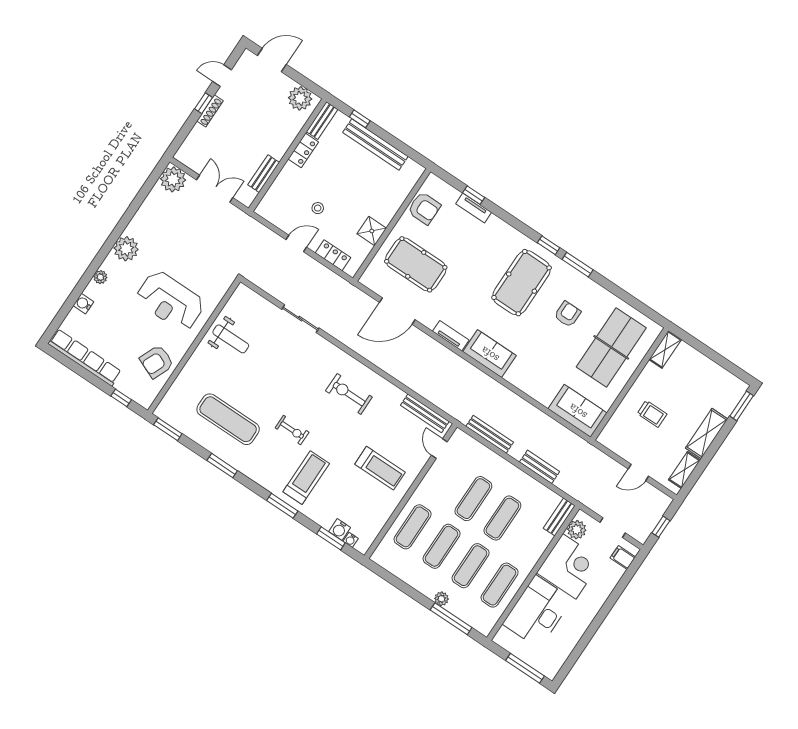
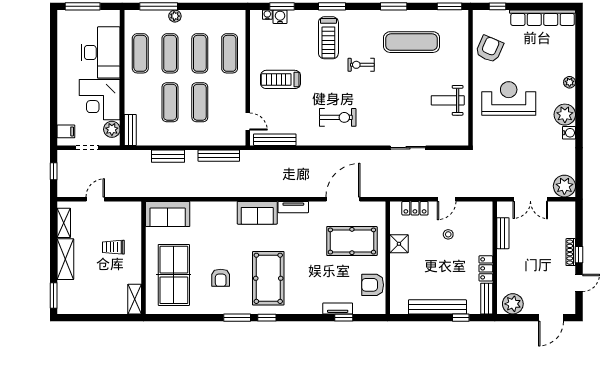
water cooler: (83, 304) -> (569, 133), moved

